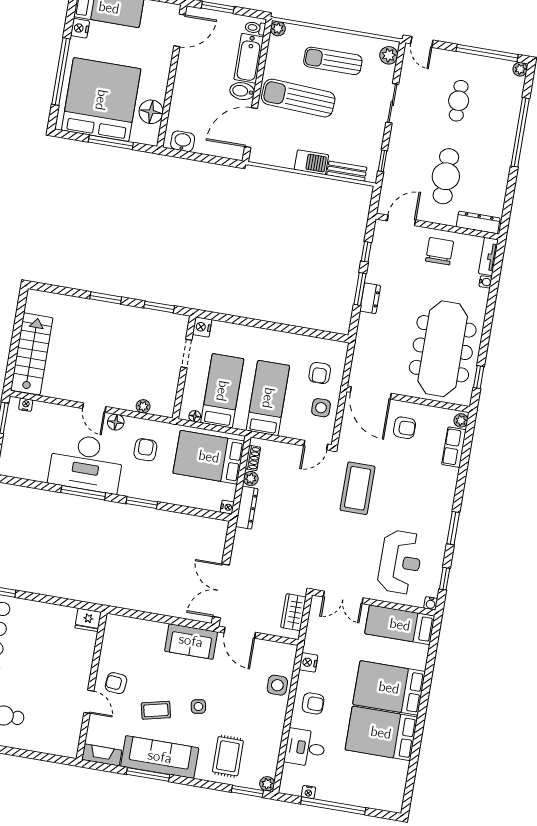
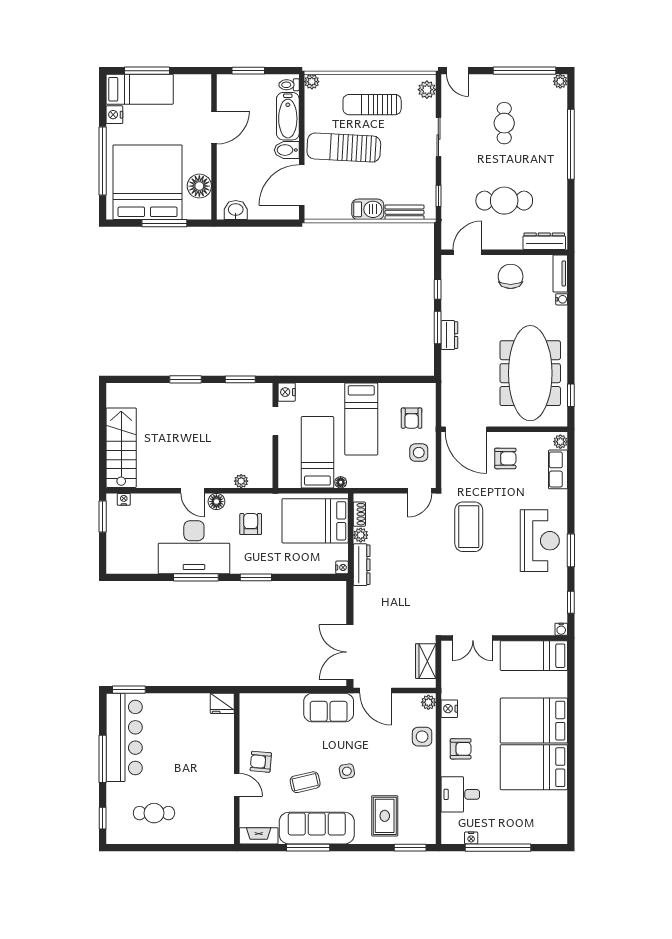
door: (180, 30) -> (214, 128), moved
cafe table: (446, 176) -> (504, 201), turned 90
bed: (268, 398) -> (361, 419), moved, turned 180
floor lamp: (195, 416) -> (341, 482), moved
reception desk: (400, 562) -> (540, 541), moved
plant: (267, 784) -> (428, 702), moved

